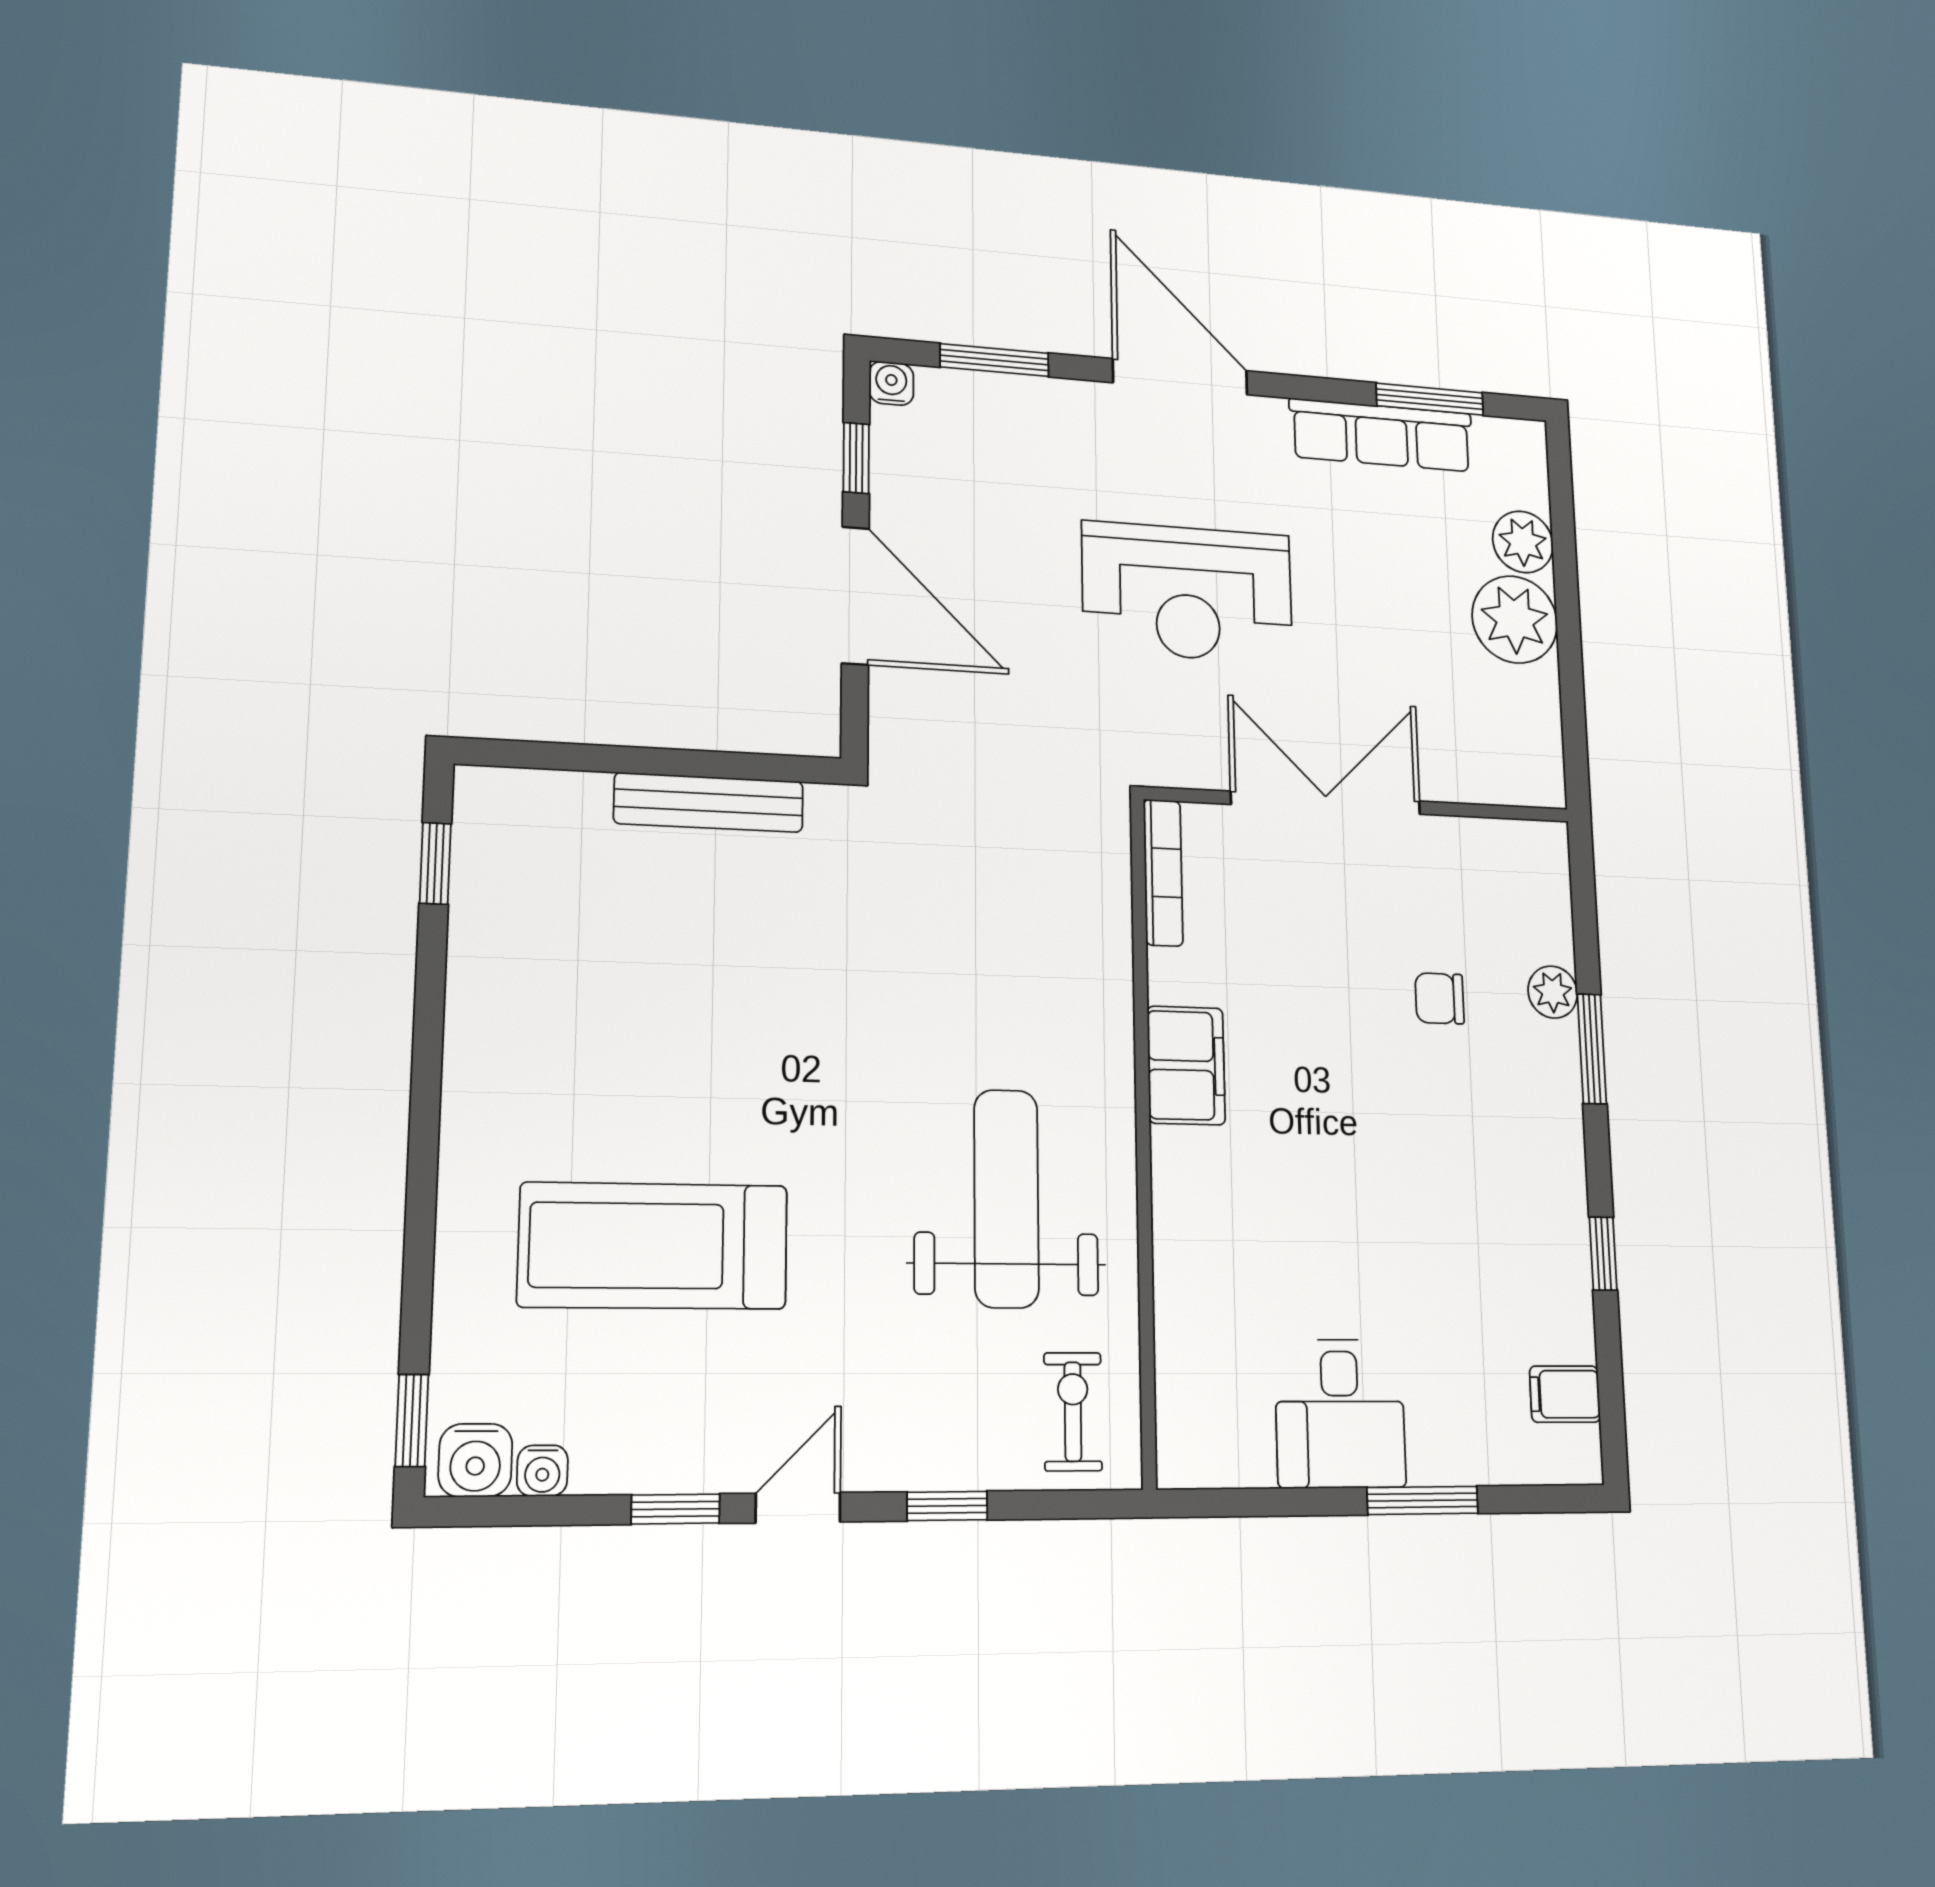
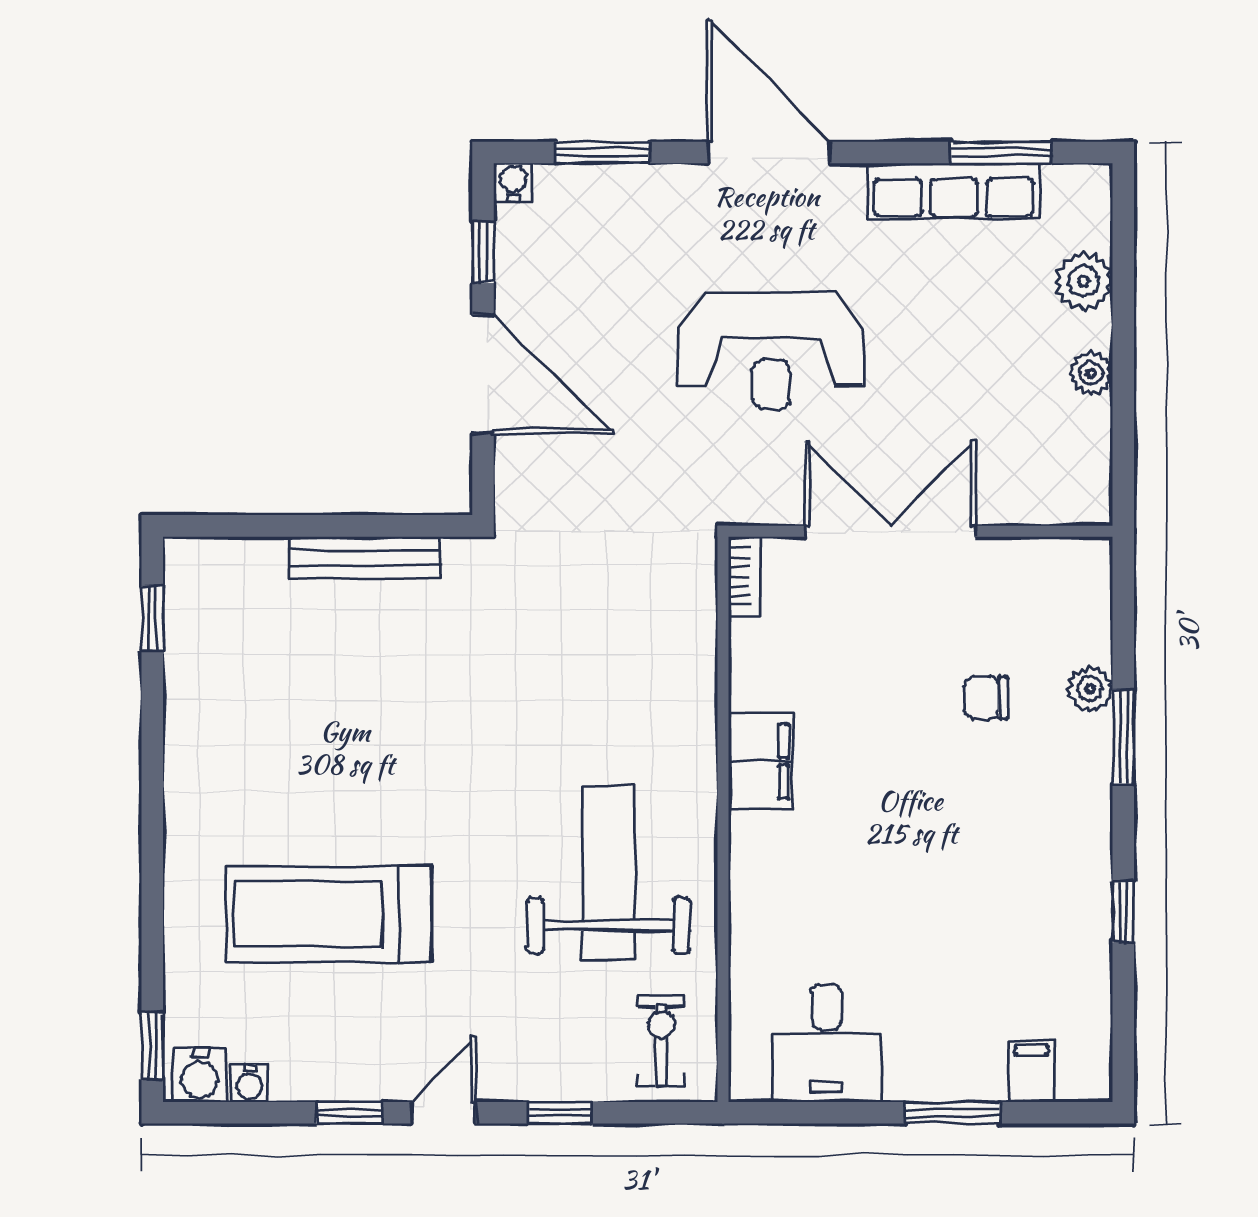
plant: (1515, 619) -> (1091, 373), width x0.53, depth x0.53
bookcase: (1163, 873) -> (744, 577), width x0.64
filing cabinet: (1565, 1394) -> (1032, 1071), moved, turned 90
desk: (1340, 1413) -> (827, 1043), moved

